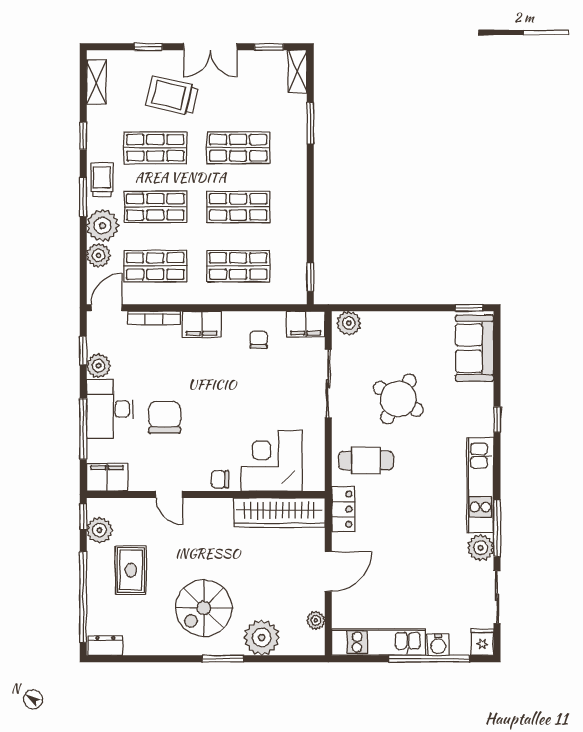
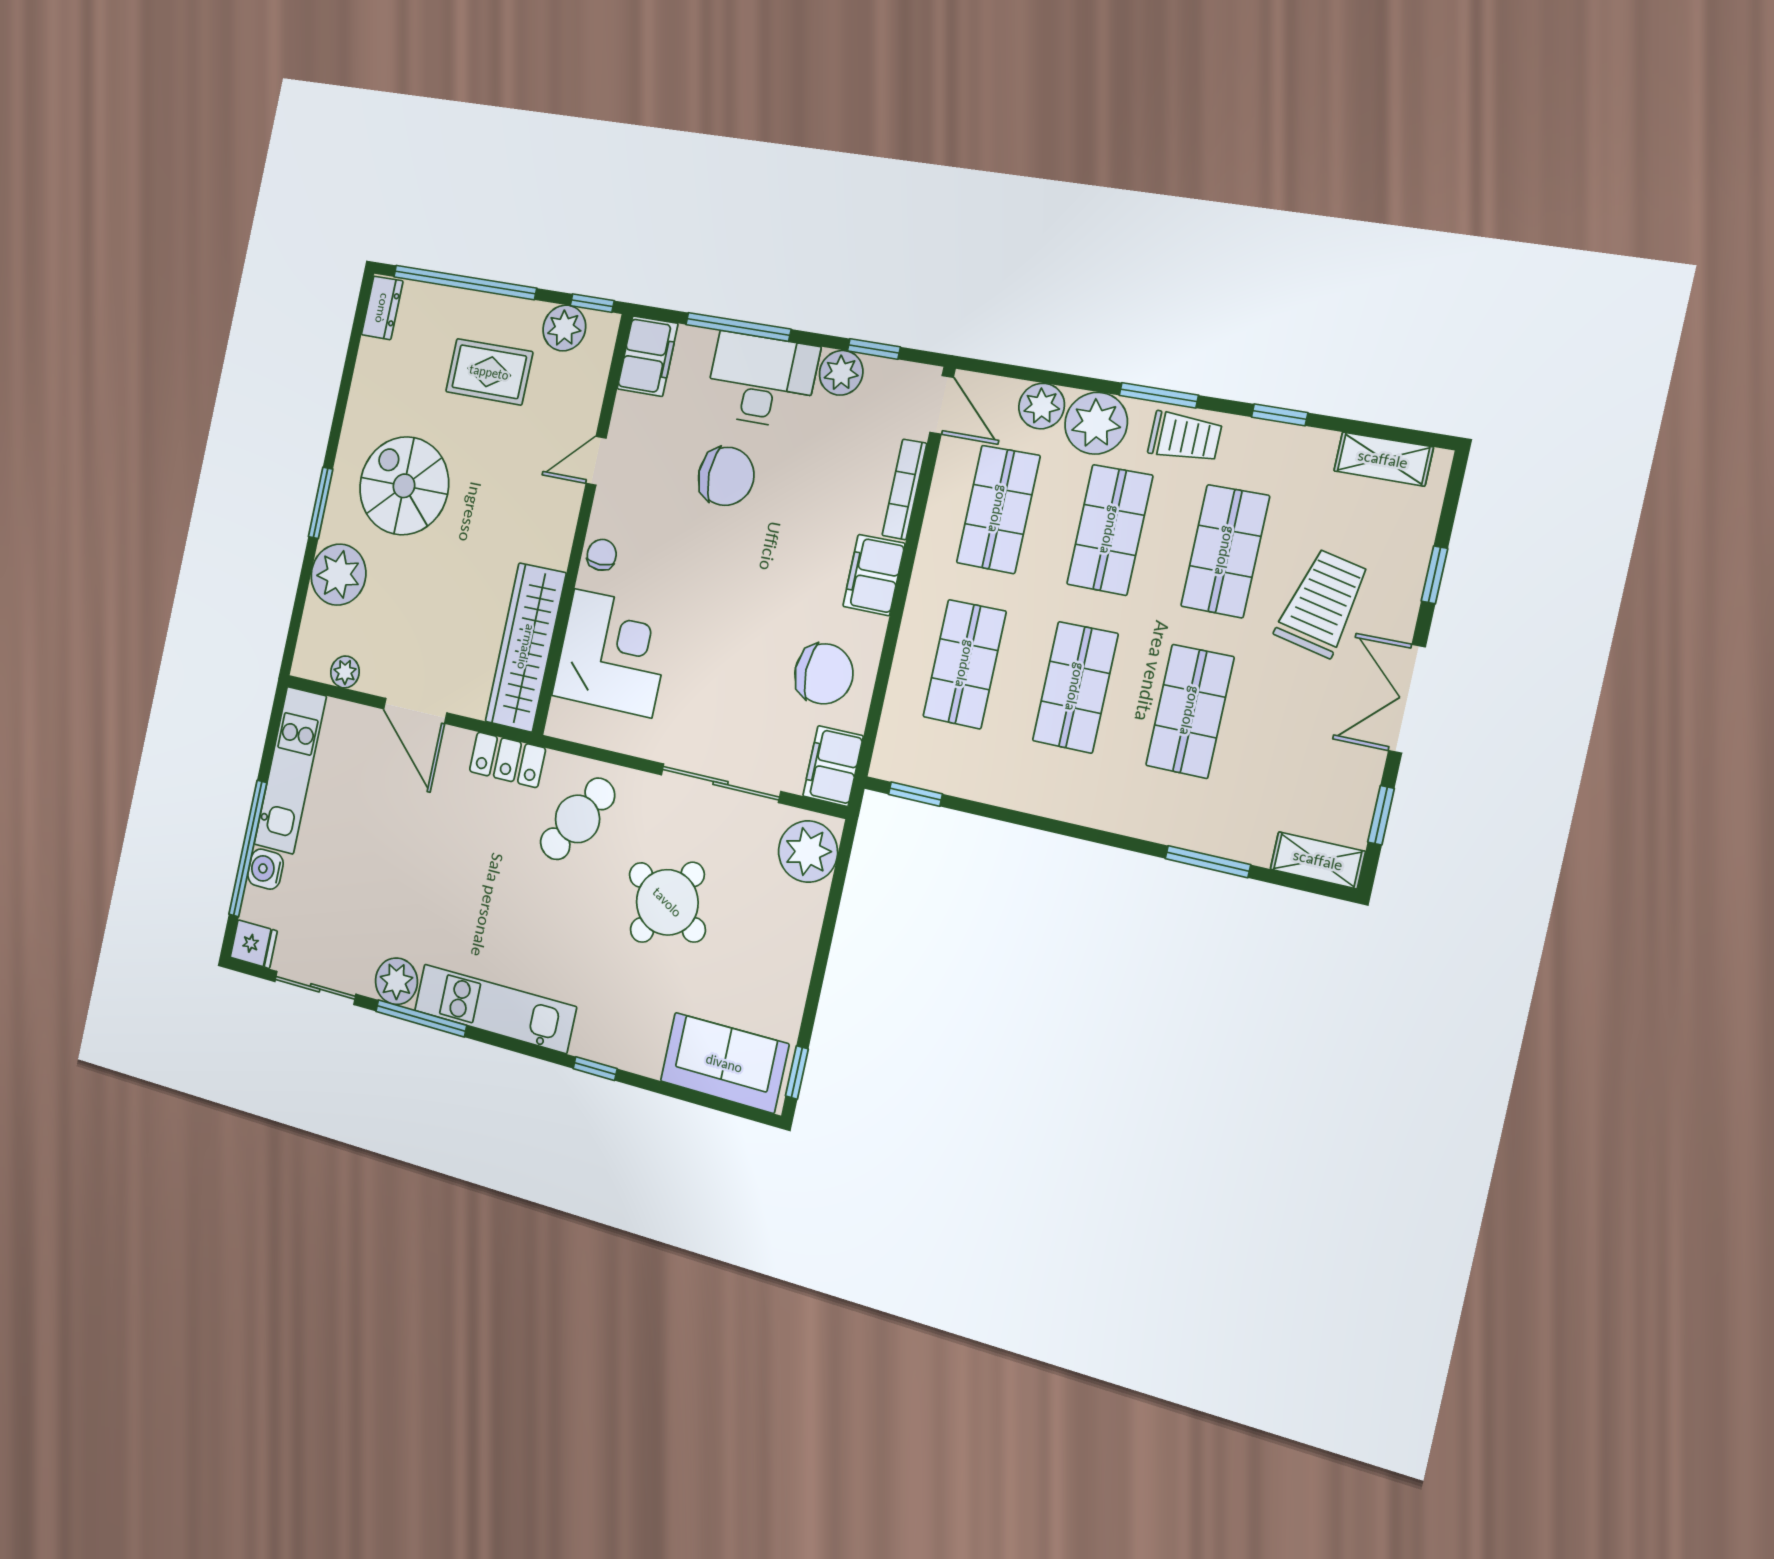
plant: (349, 323) -> (808, 852), width x1.36, depth x1.36
chair: (259, 340) -> (824, 674), width x1.87, depth x1.87
cafe table: (366, 461) -> (577, 819), turned 31

